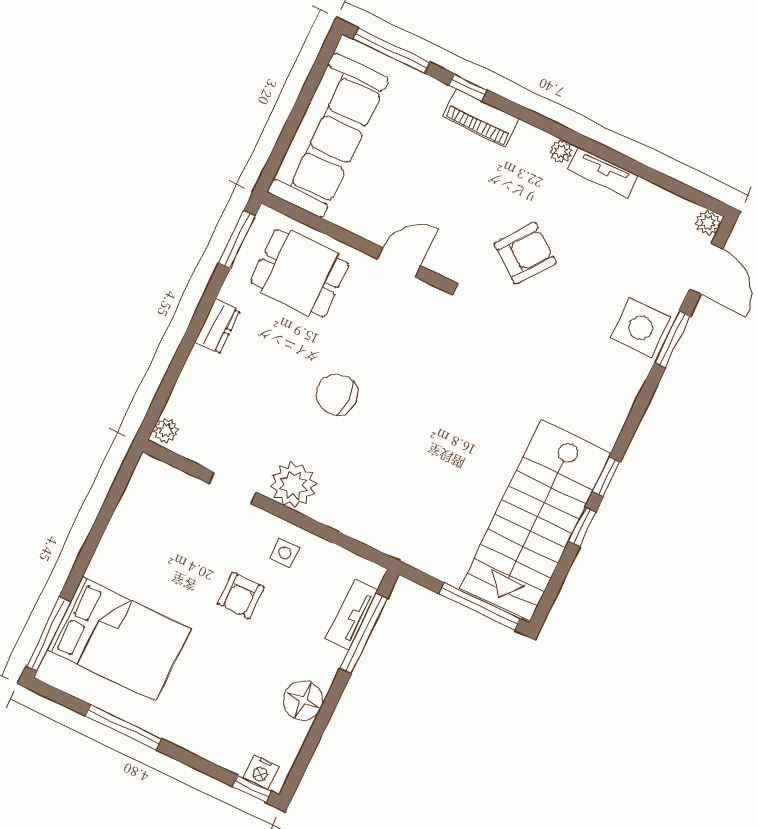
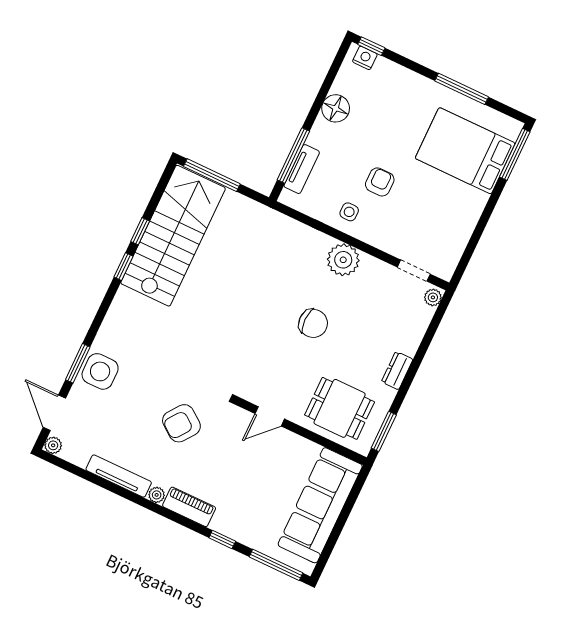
piano: (481, 118) -> (189, 507), moved
tv unit: (603, 173) -> (119, 476), width x1.41
doorway: (233, 488) -> (414, 271), moved

